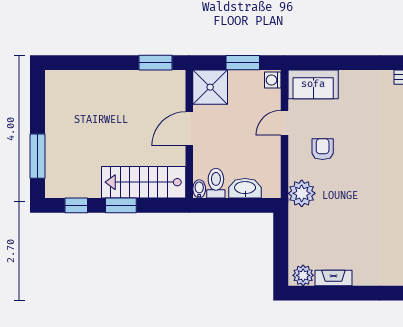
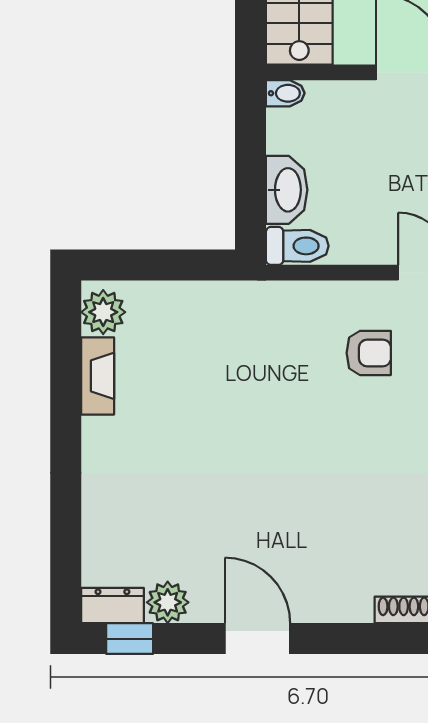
toilet: (216, 183) -> (297, 246), moved
plant: (302, 193) -> (276, 309), removed

